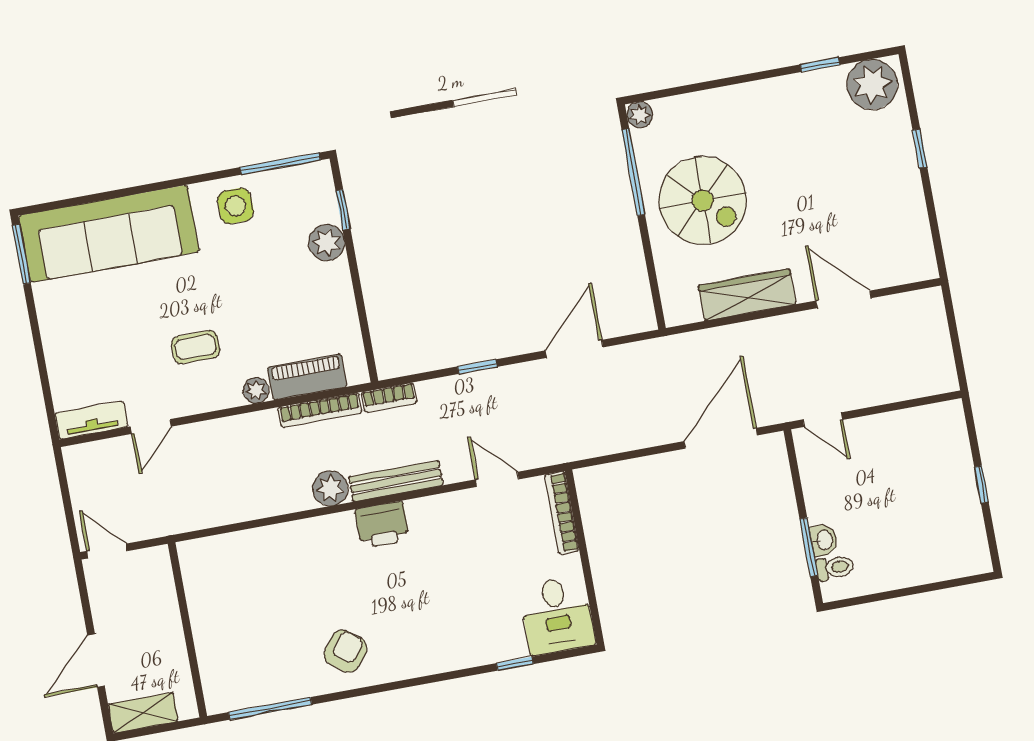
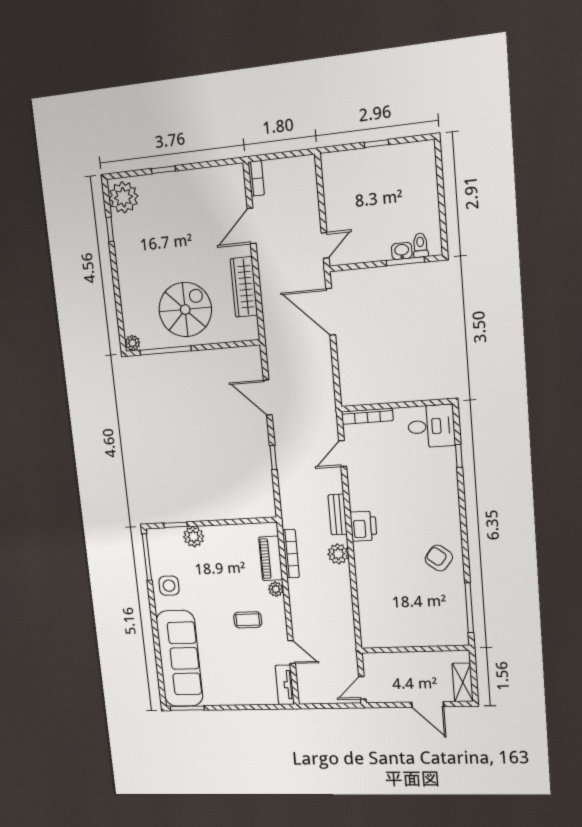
coffee table: (196, 347) -> (248, 620), turned 90
bookcase: (389, 398) -> (256, 178), moved
bench: (396, 481) -> (338, 515), width x0.73

